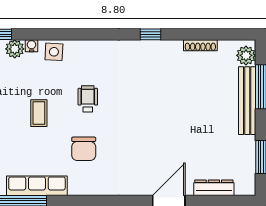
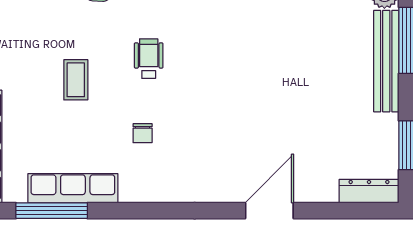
chair: (84, 149) -> (143, 133), width x0.54, depth x0.54
dresser: (214, 188) -> (369, 191), moved

